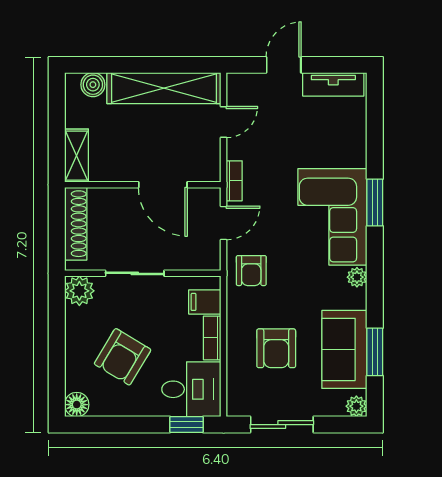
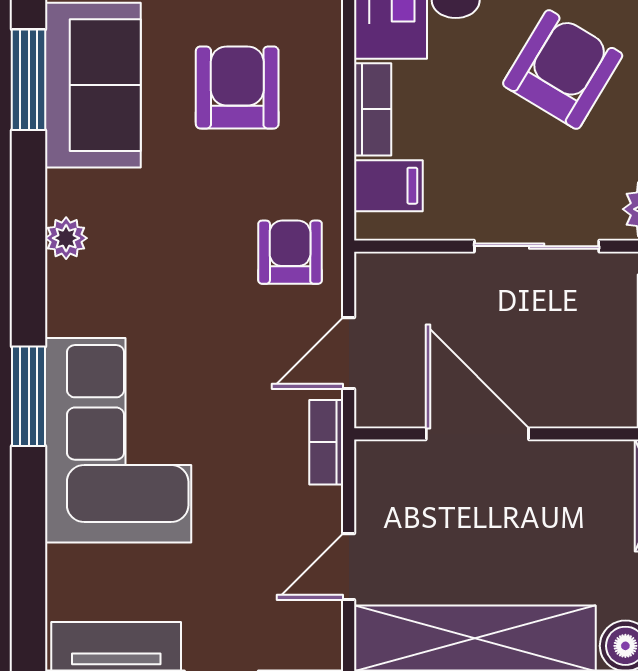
corner sofa: (332, 217) -> (118, 440), moved

